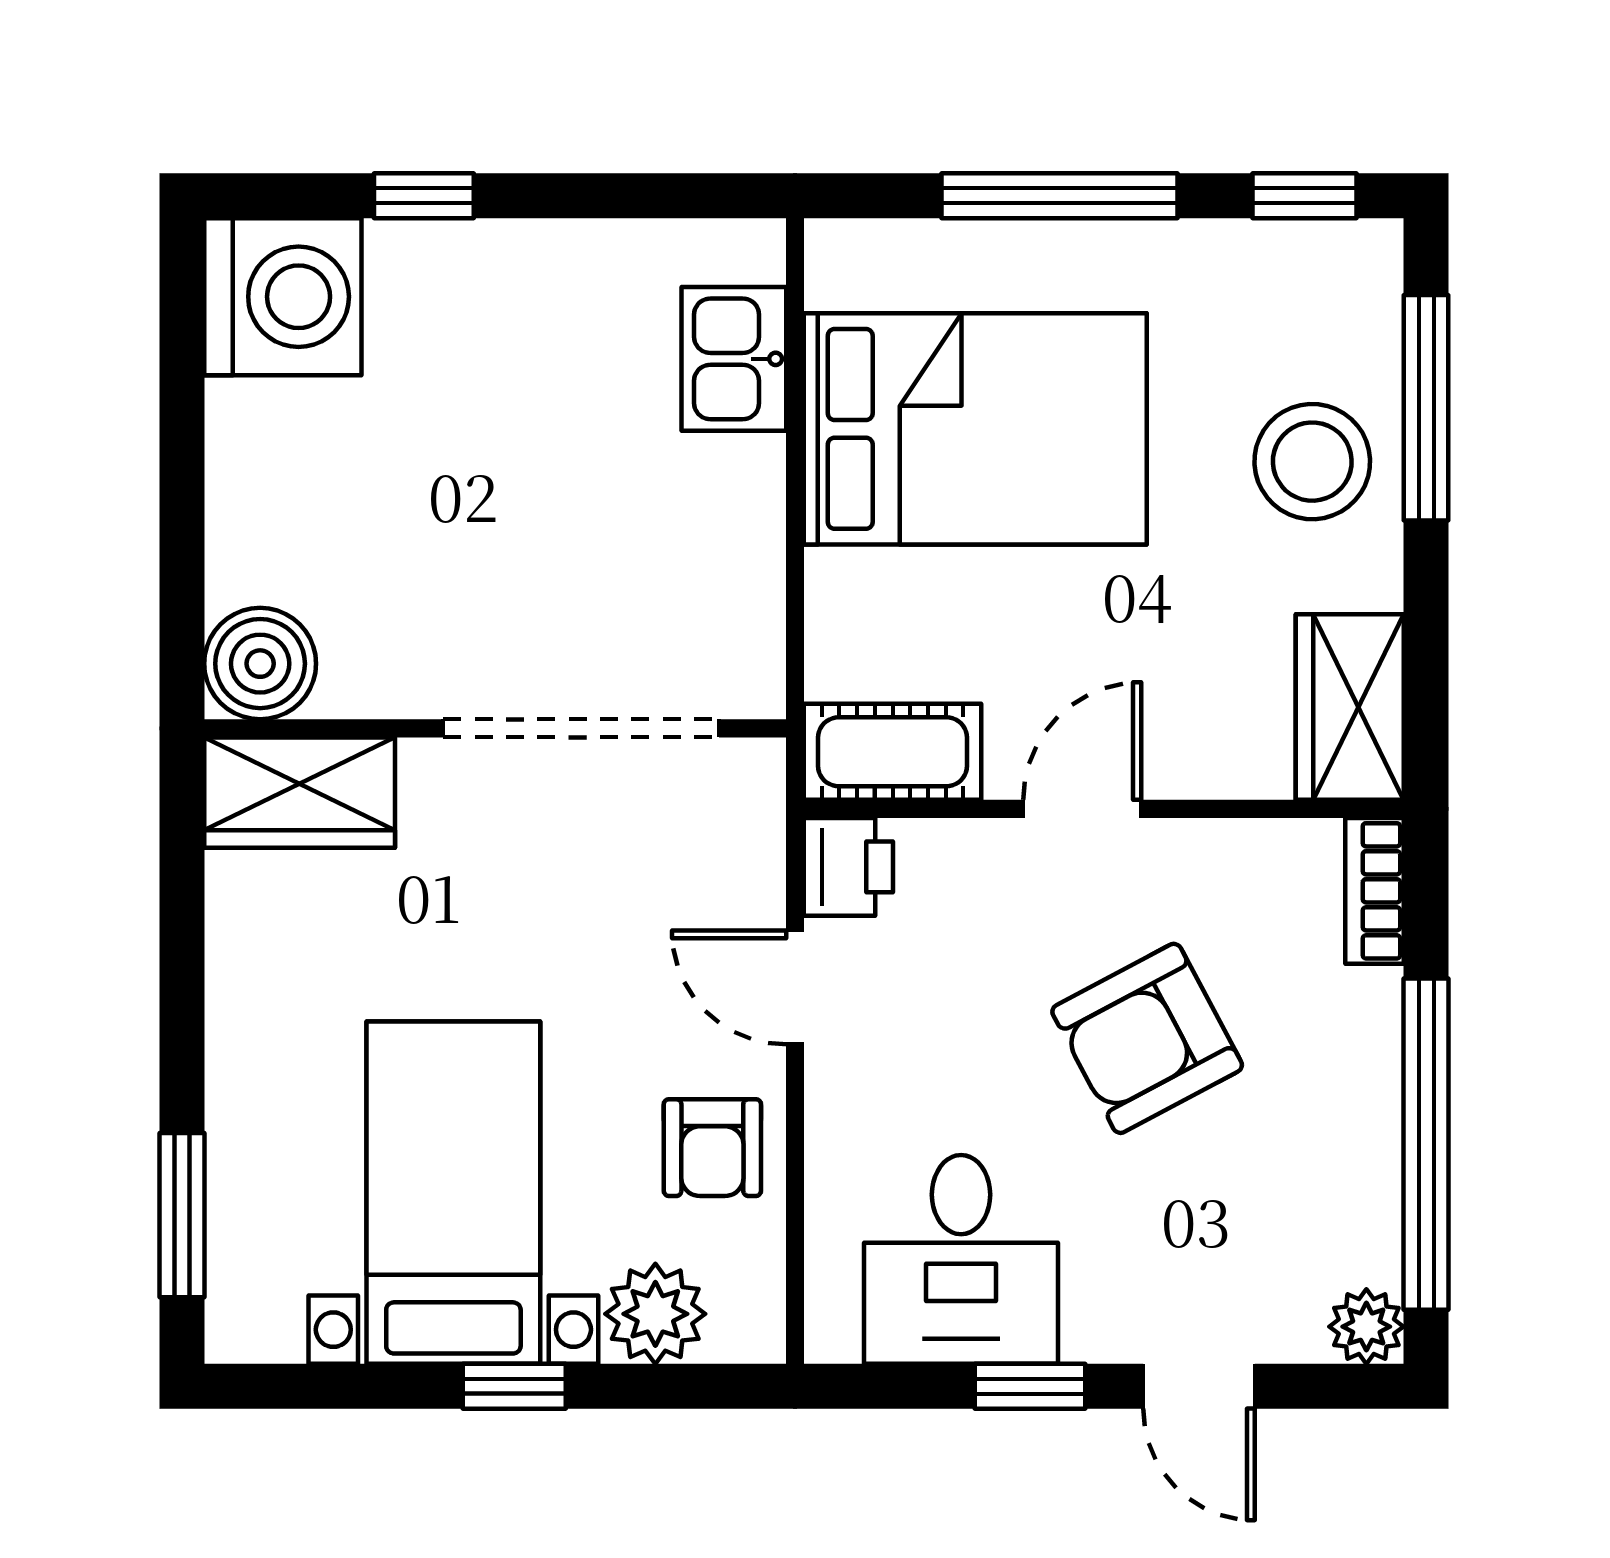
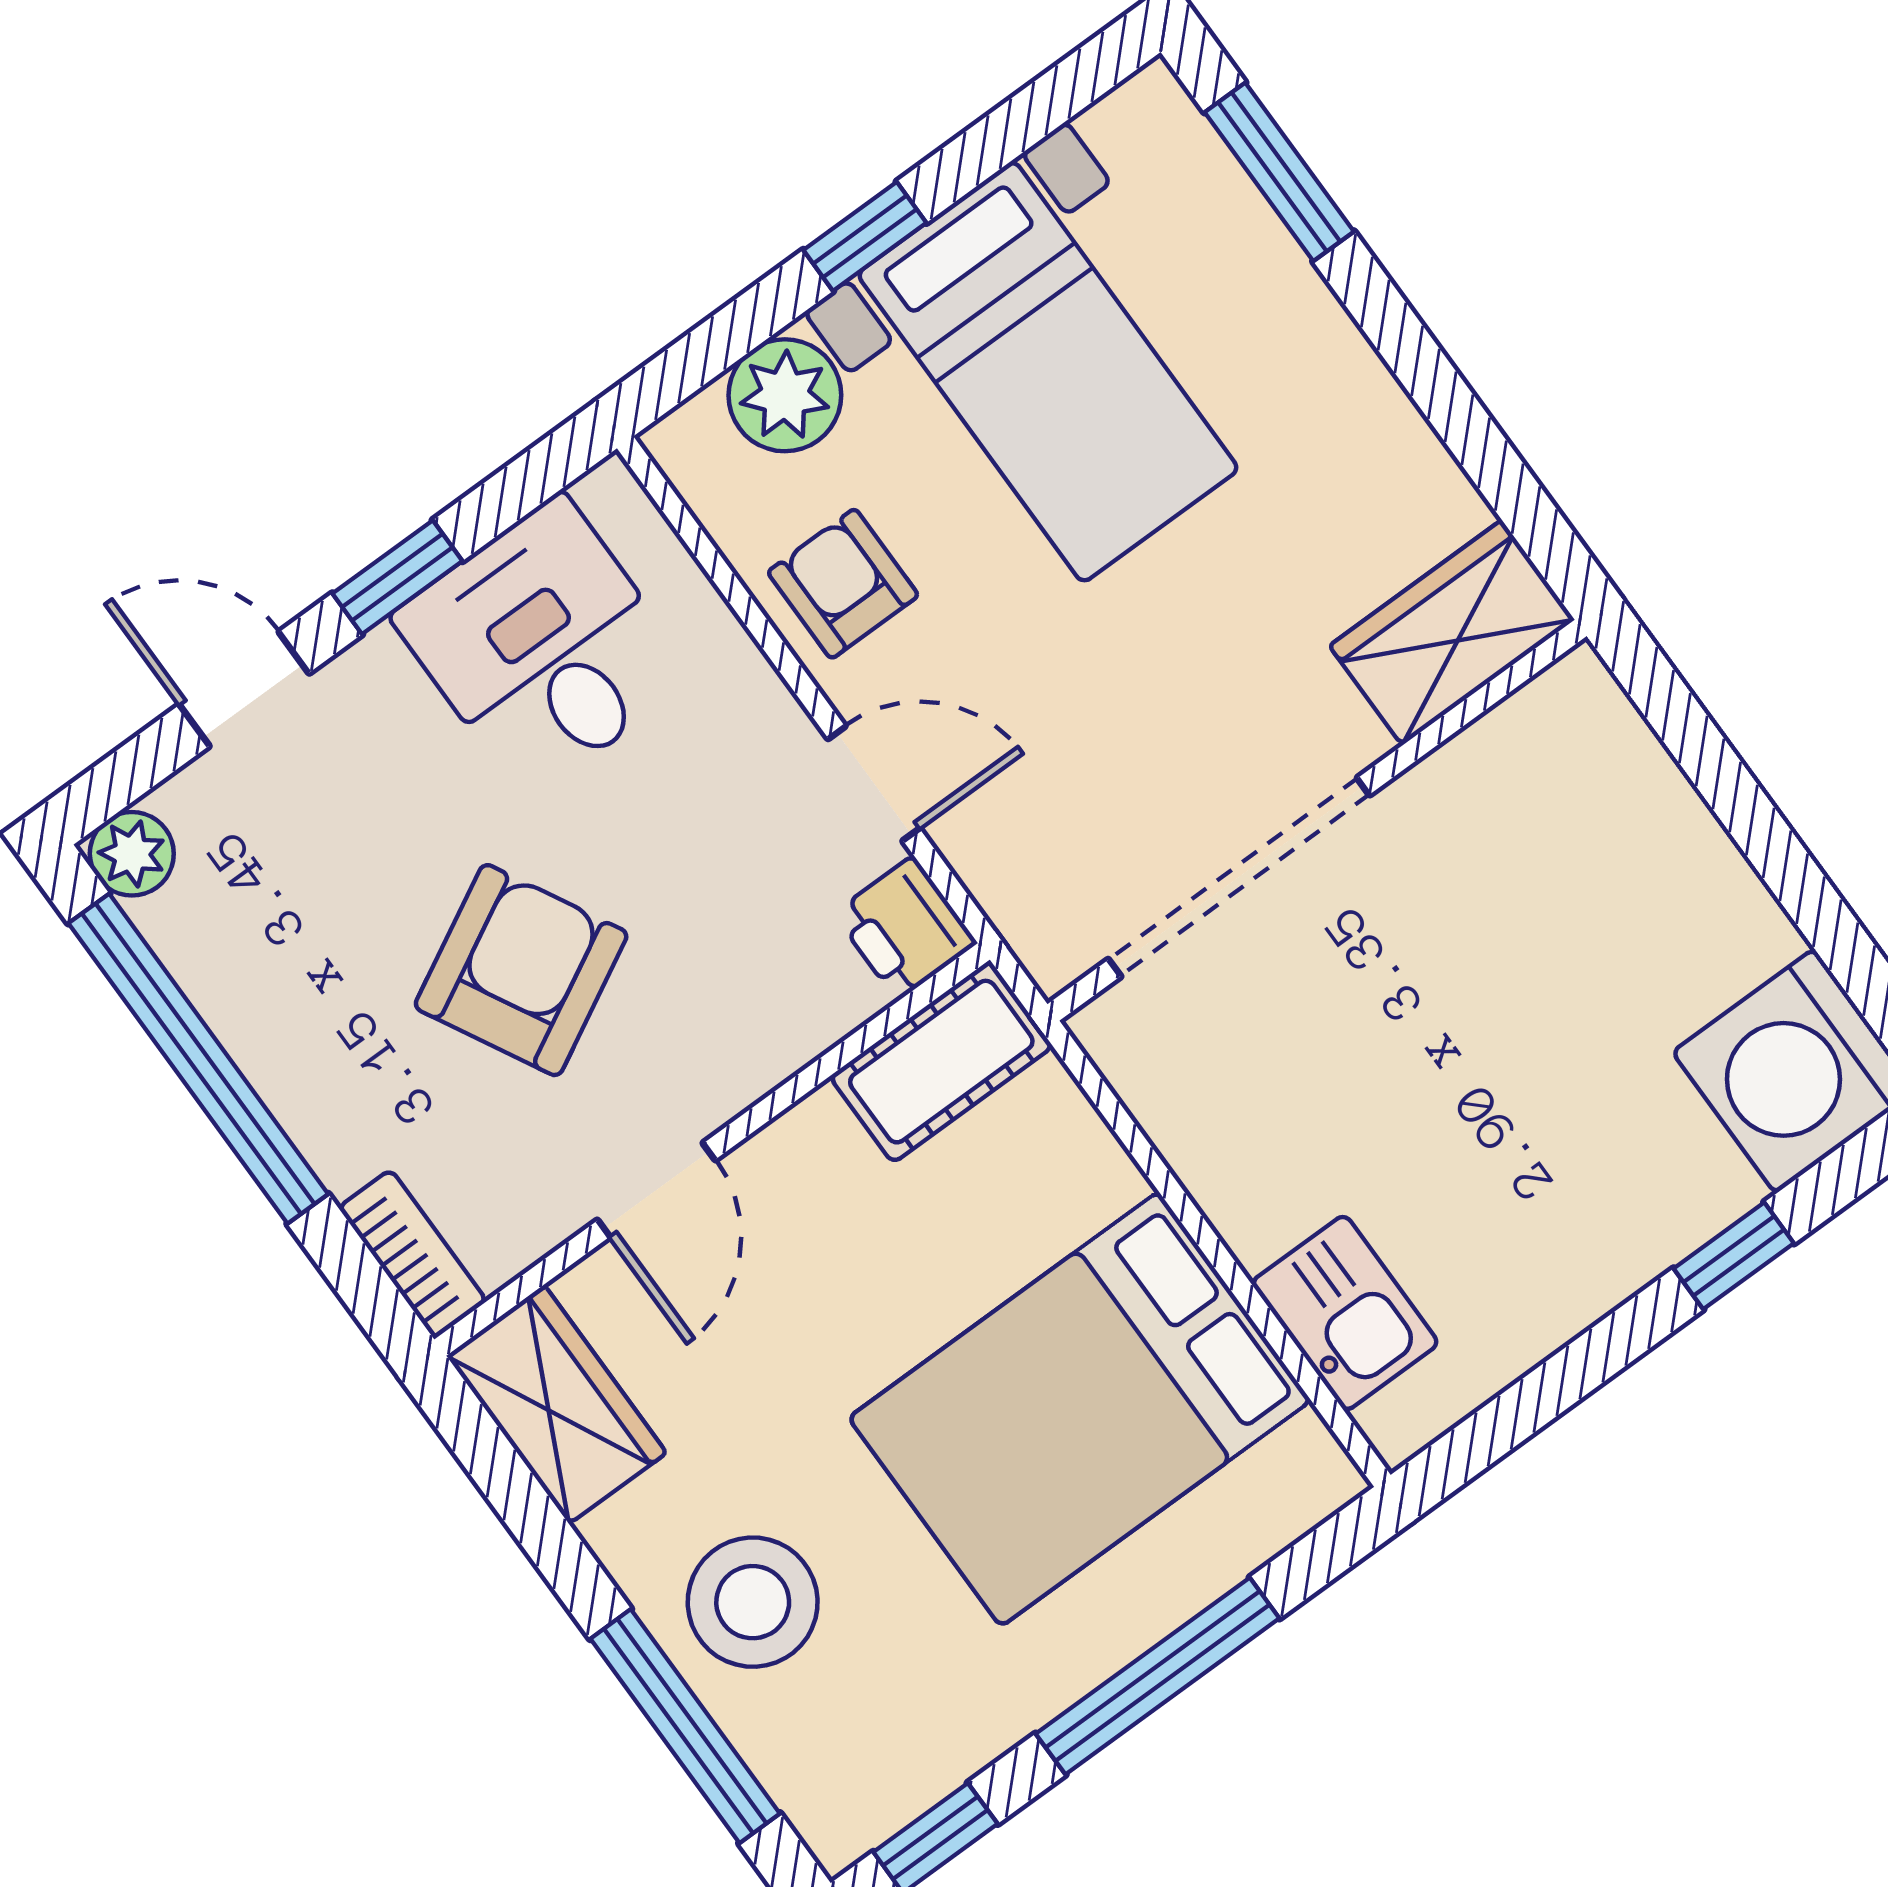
boiler: (260, 664) -> (1573, 723), removed
door: (1082, 809) -> (656, 1190), moved

